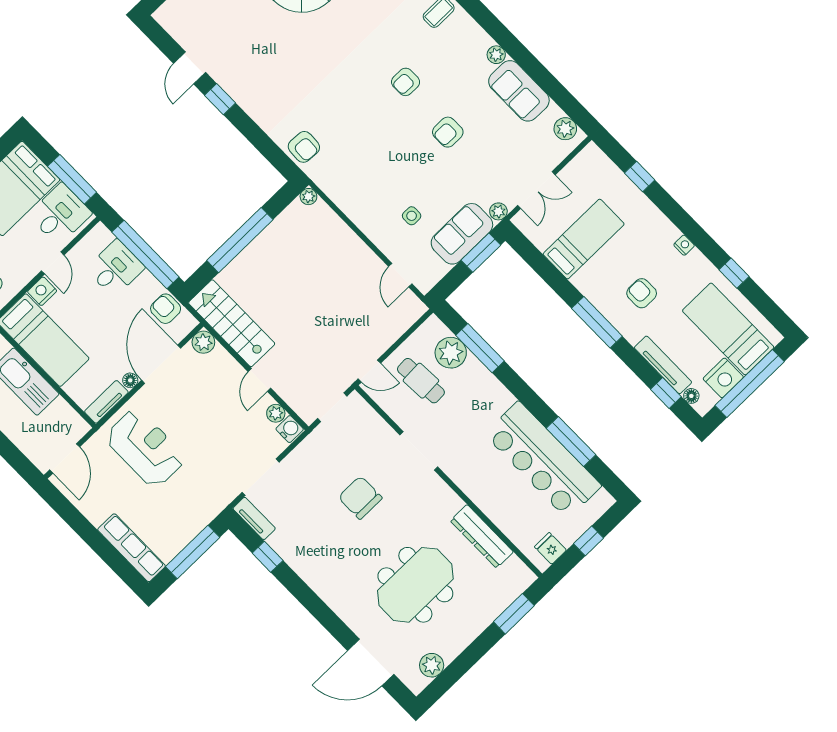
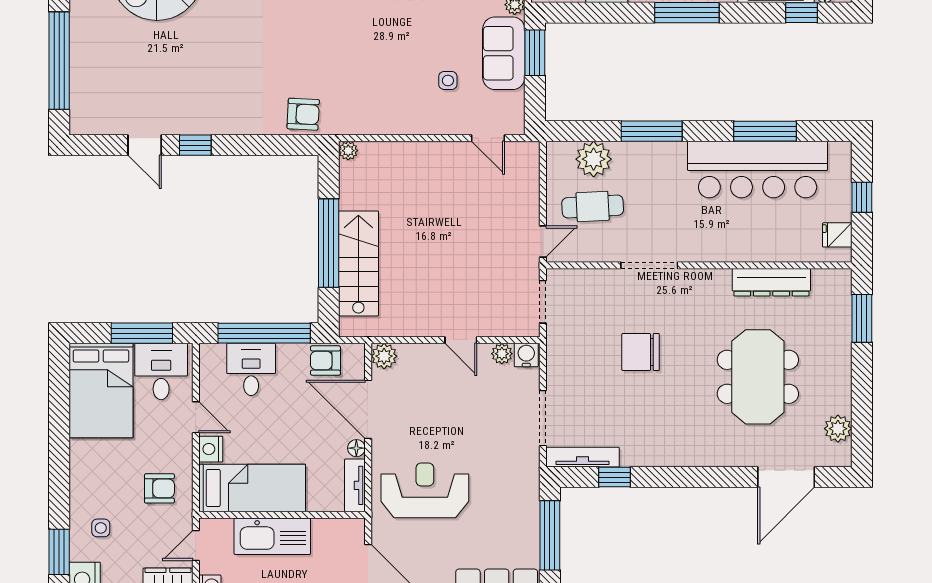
stairs: (232, 323) -> (358, 263), moved, turned 90
window: (480, 348) -> (652, 131), moved
tv unit: (254, 518) -> (582, 457), width x1.41

